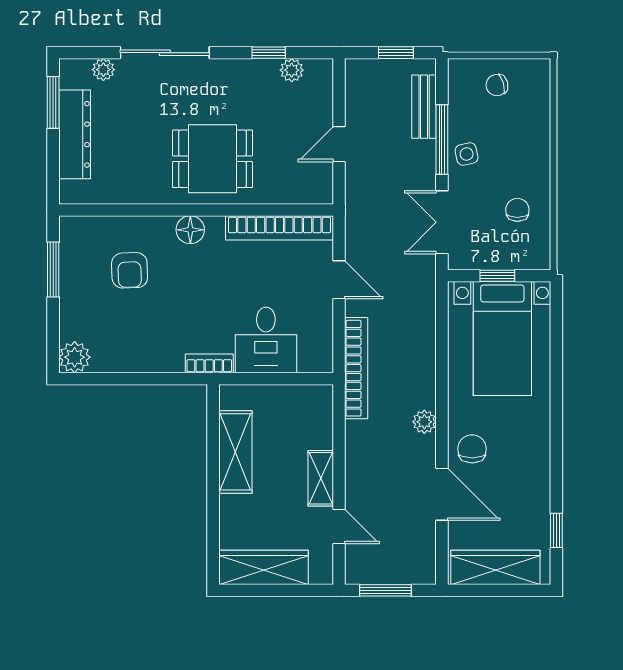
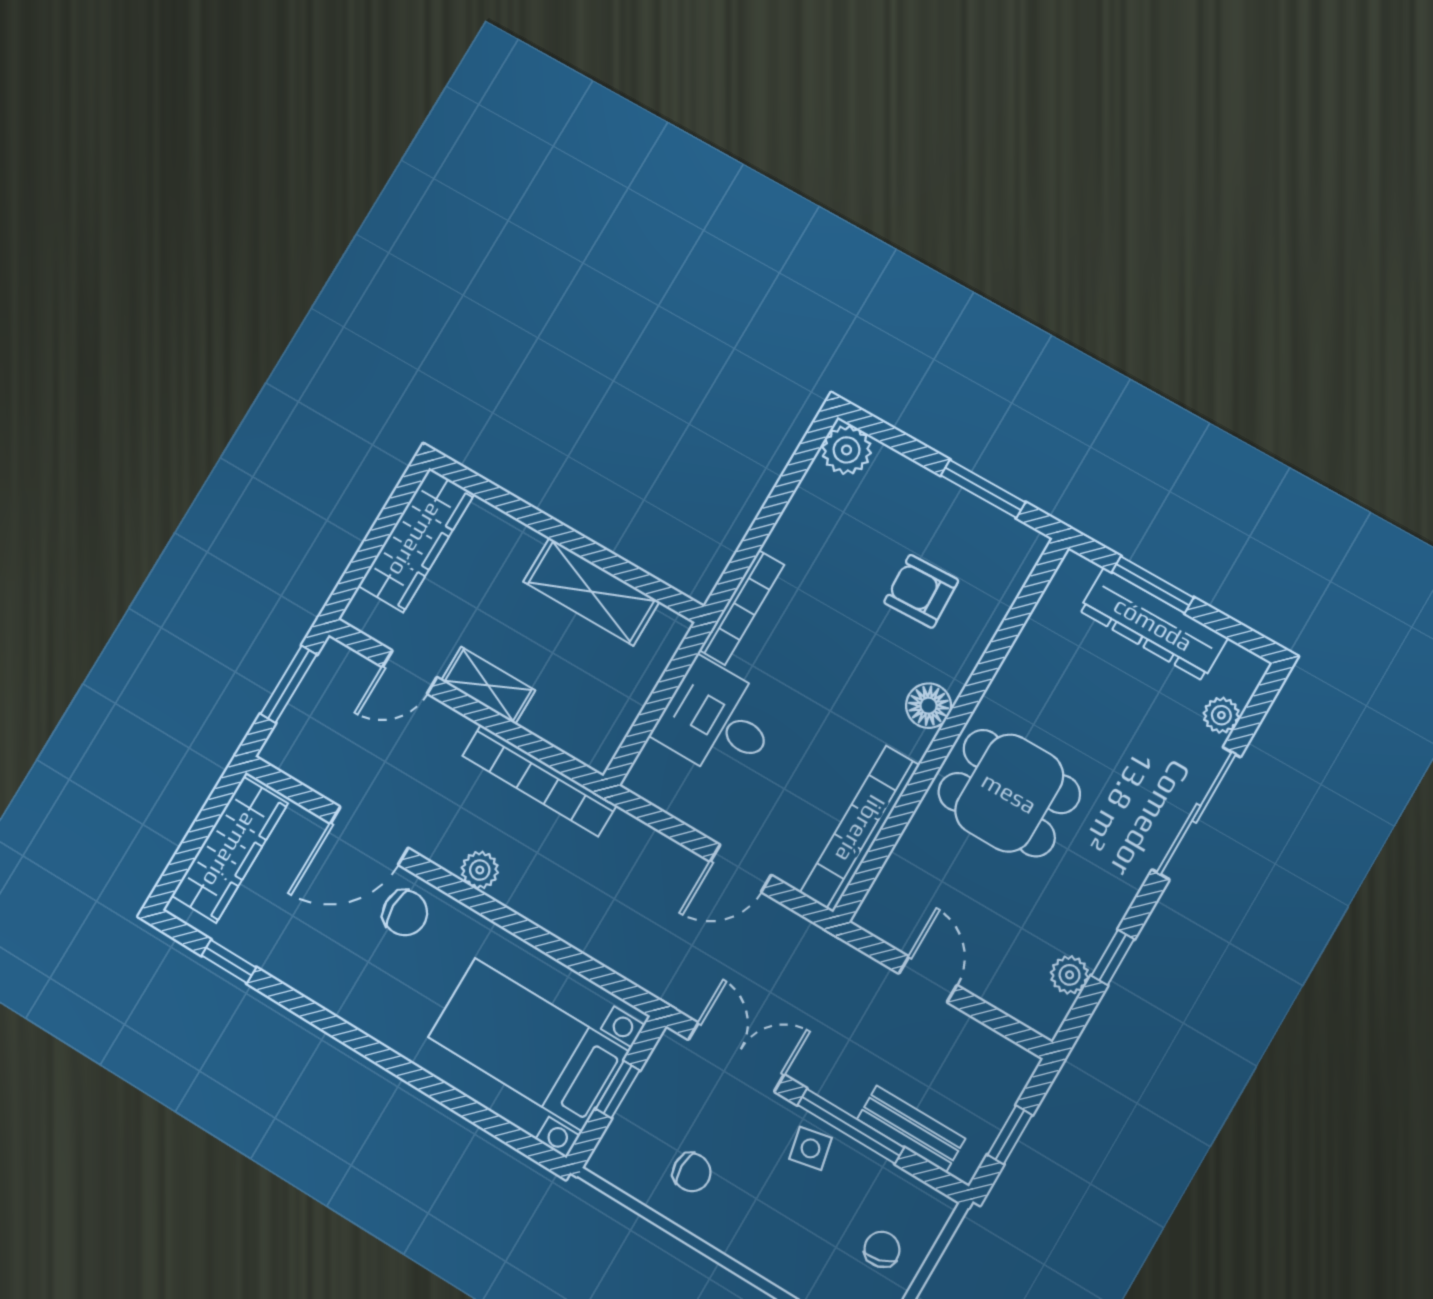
window: (53, 102) -> (1153, 585), moved
dining table: (212, 159) -> (1009, 793), turned 90
bookcase: (209, 363) -> (742, 608), width x1.56
bookcase: (356, 368) -> (539, 780), moved

